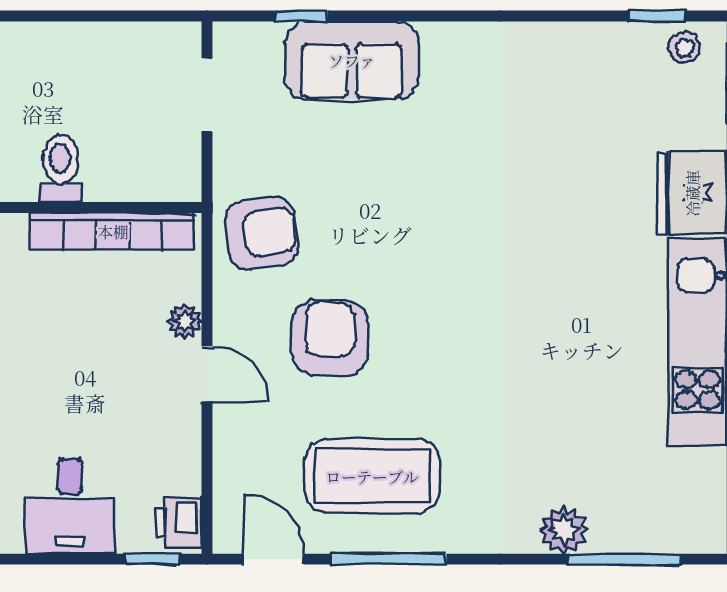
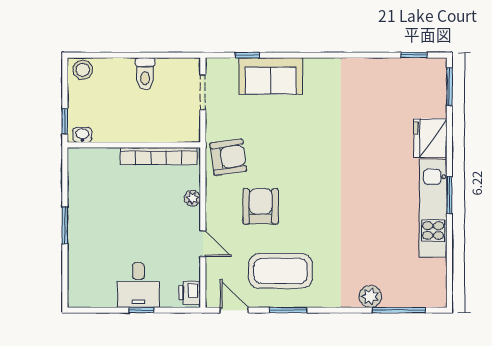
stool: (684, 47) -> (427, 70), removed
toilet: (60, 168) -> (145, 74), moved, turned 180
door: (207, 374) -> (203, 244), moved
window: (152, 559) -> (141, 310), moved
window: (389, 559) -> (288, 310), width x0.69

